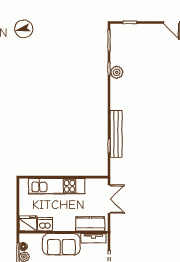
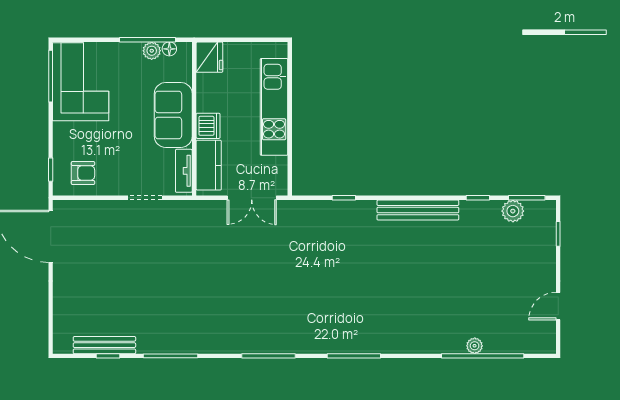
plant: (117, 72) -> (513, 211), moved
bench: (116, 134) -> (418, 210), moved
dishwasher: (45, 224) -> (208, 126), moved

